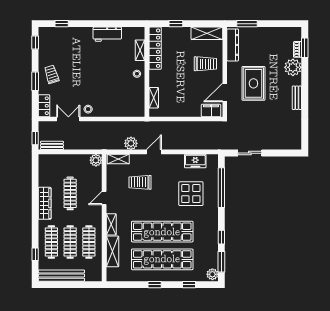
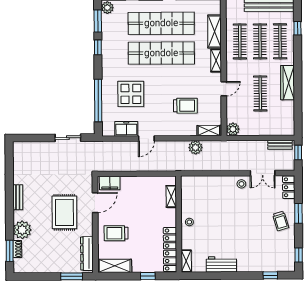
shelving: (140, 50) -> (186, 261), moved
door: (154, 152) -> (146, 138), moved

